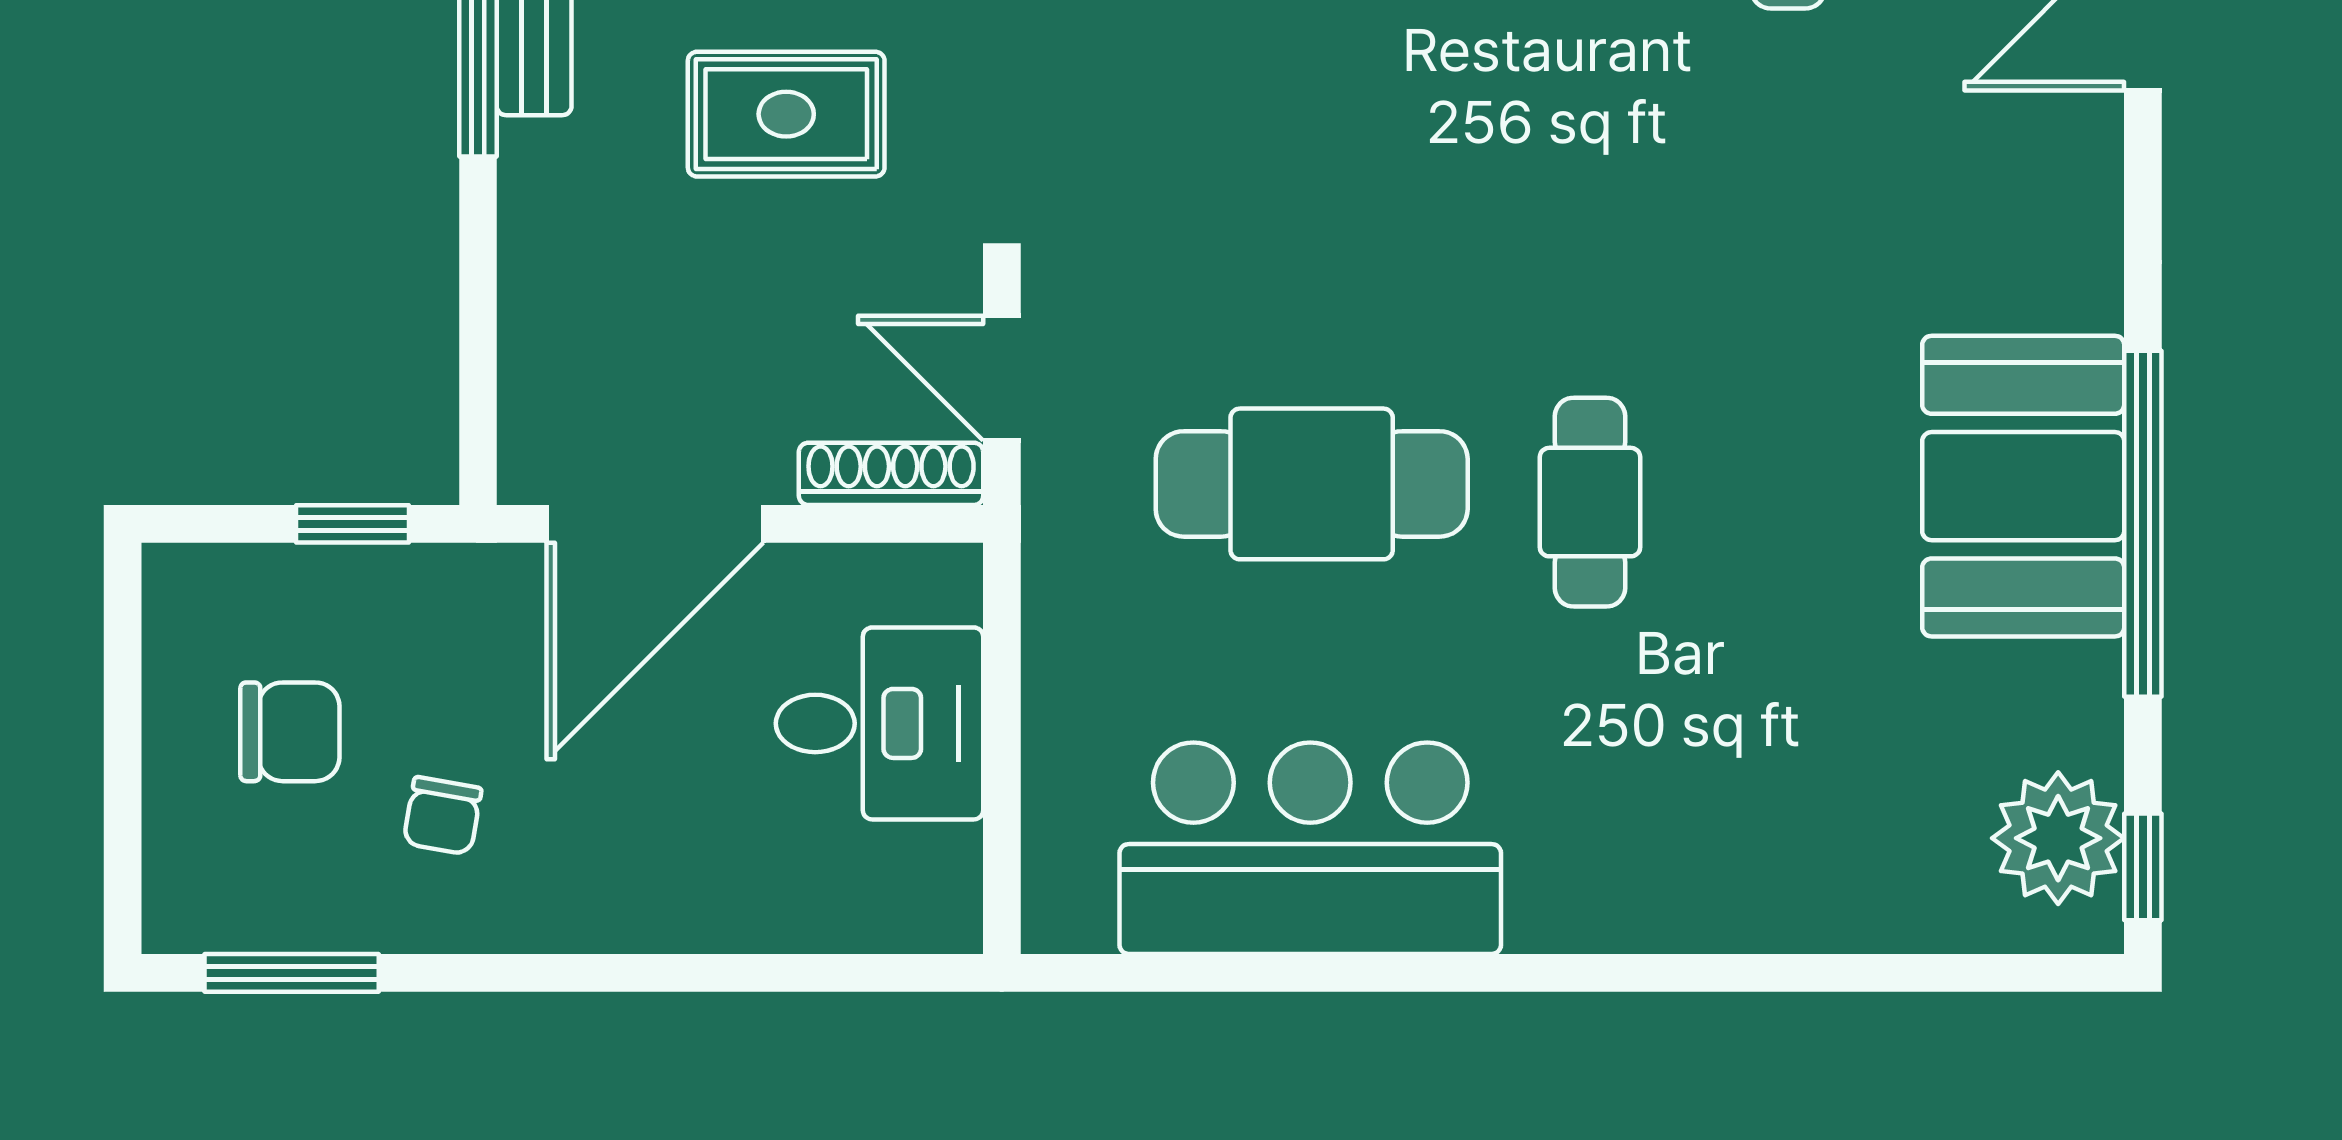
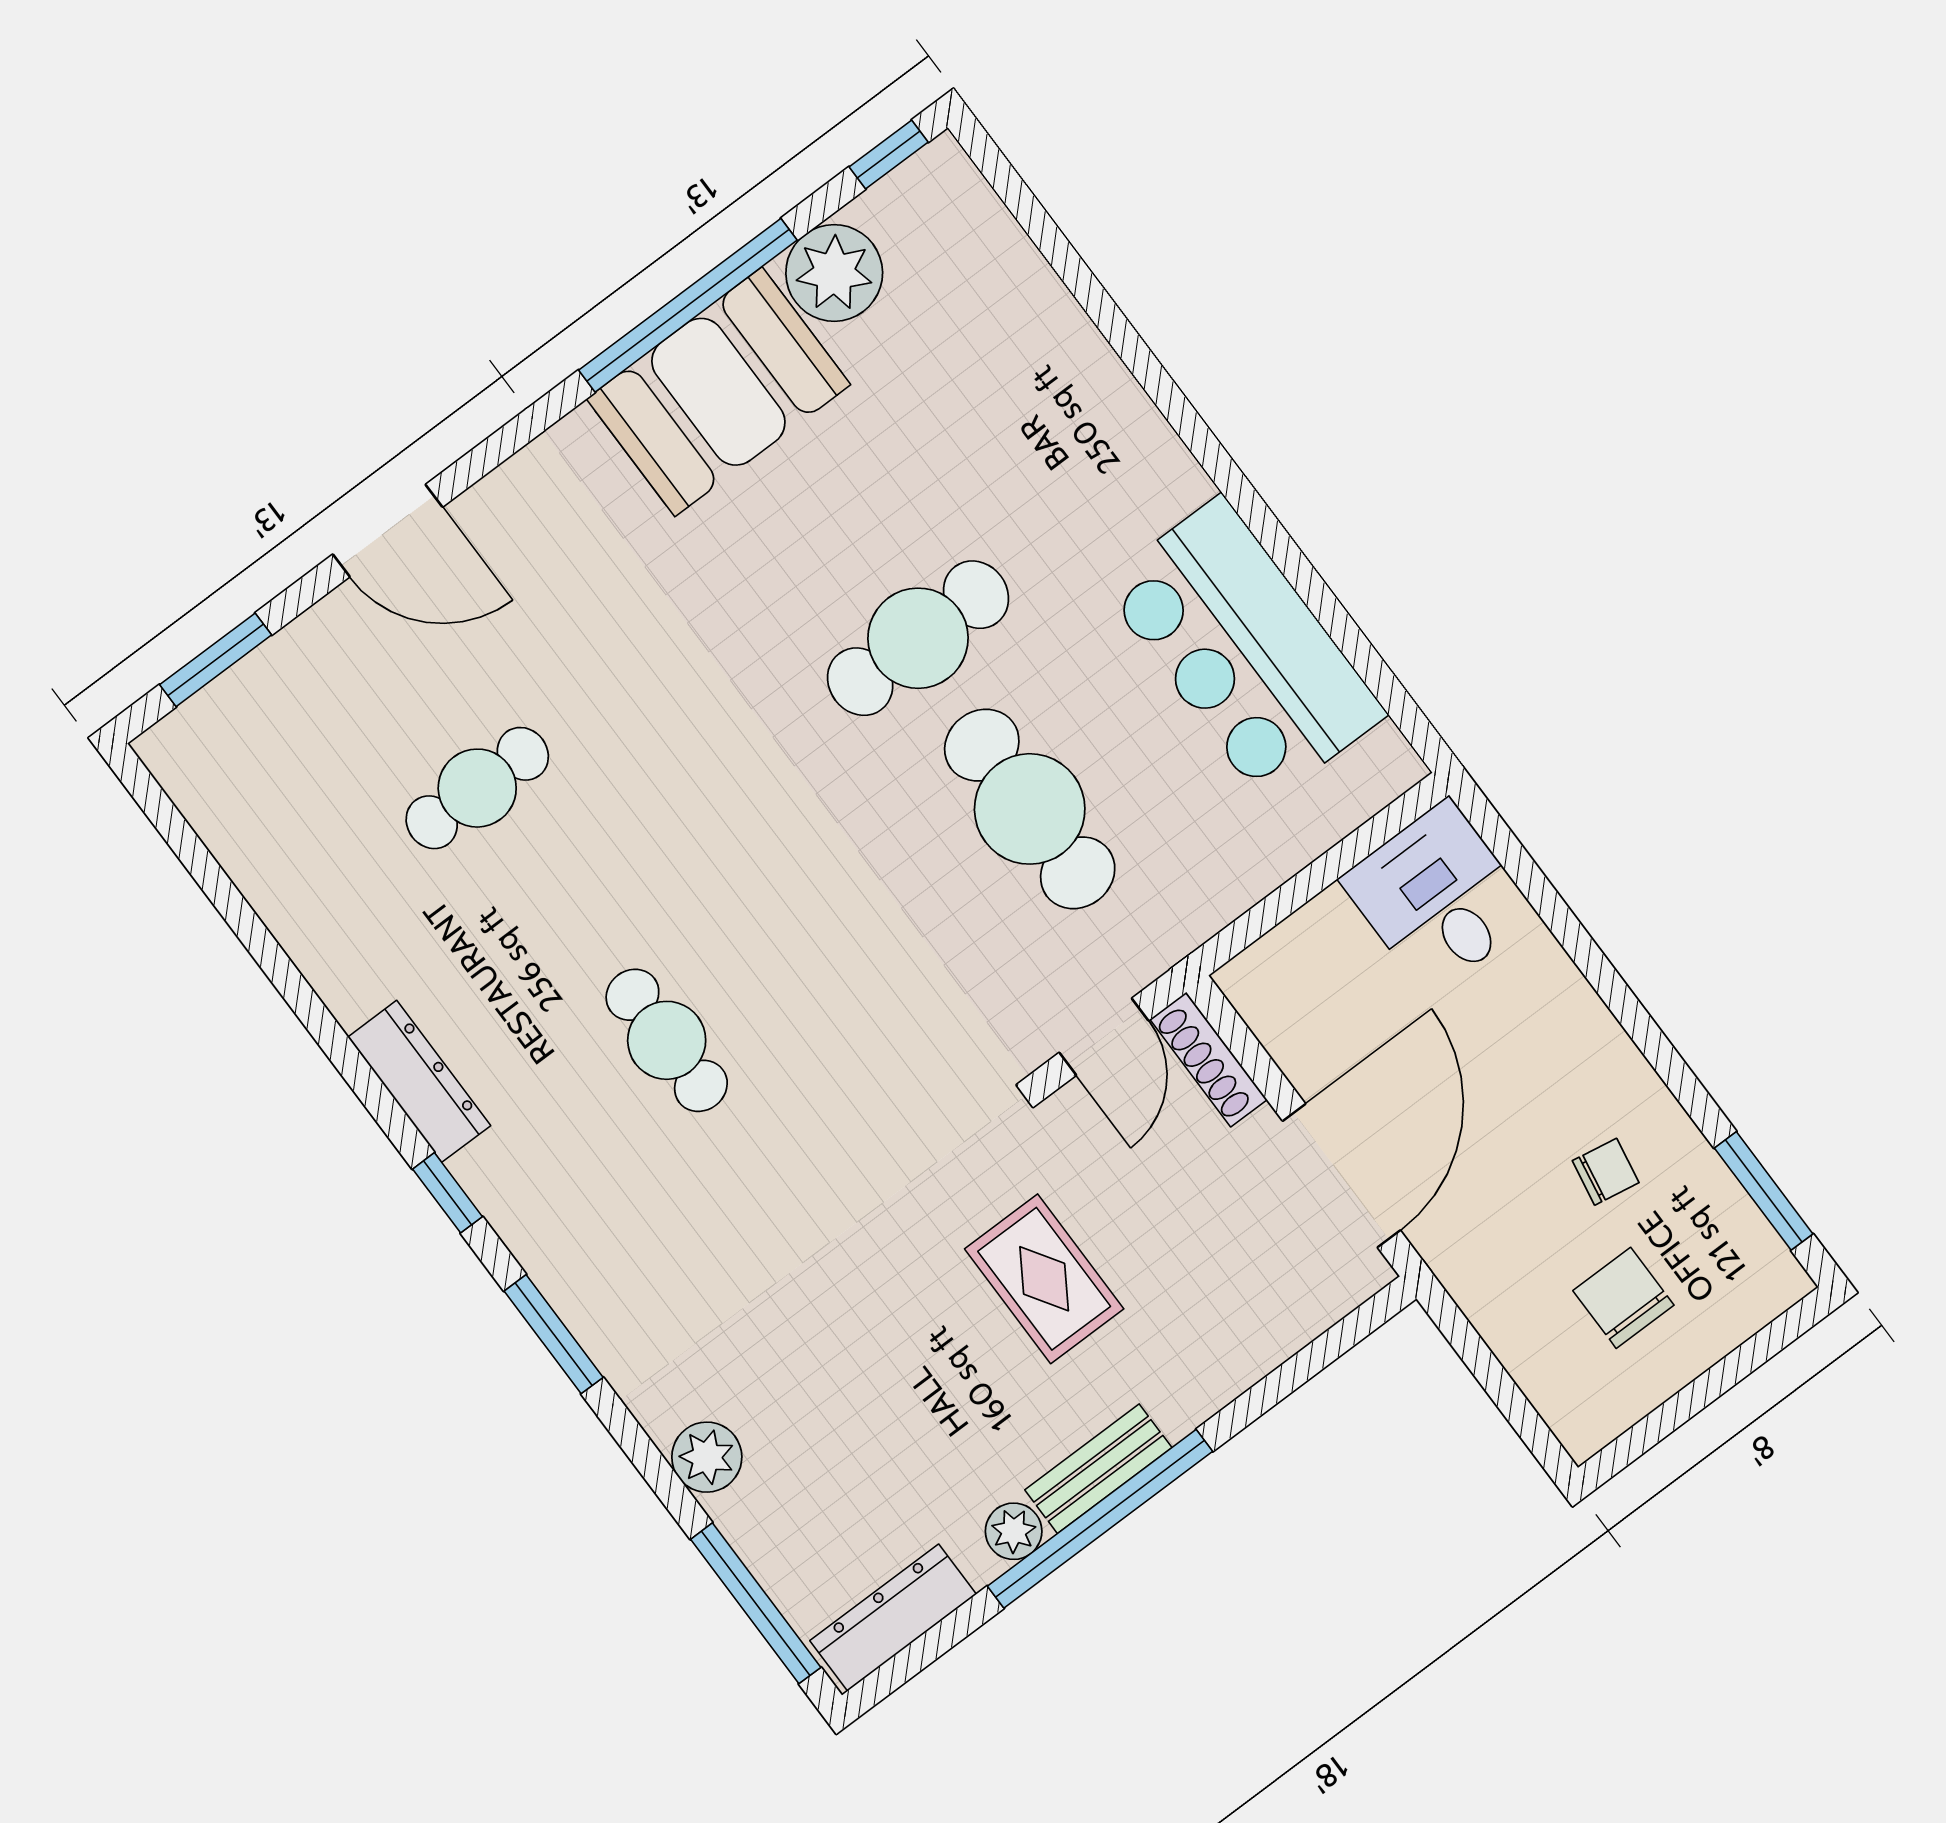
cafe table: (1590, 502) -> (918, 638), width x1.37, depth x1.35
window: (353, 524) -> (1474, 1353), removed
door: (655, 524) -> (1342, 1176), hinge flipped
desk: (879, 723) -> (1438, 897), moved
plant: (2058, 838) -> (834, 273), moved

